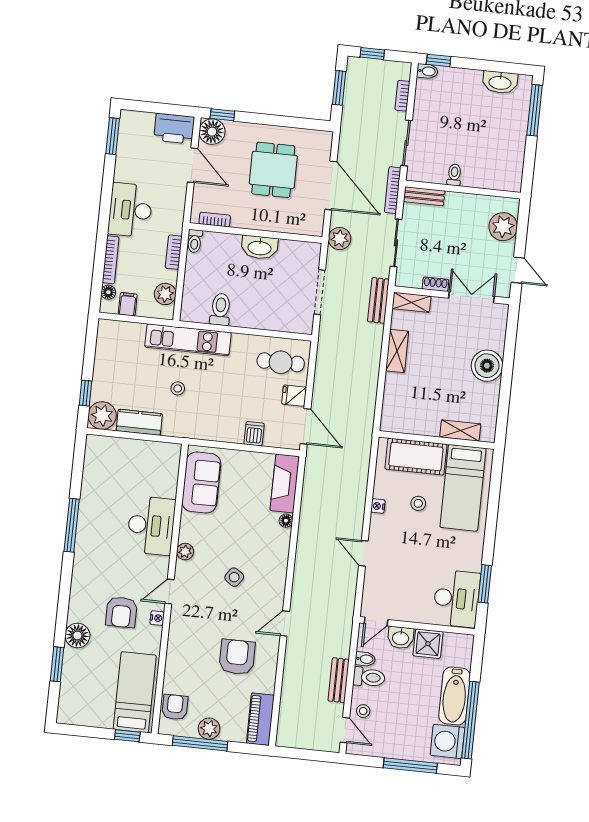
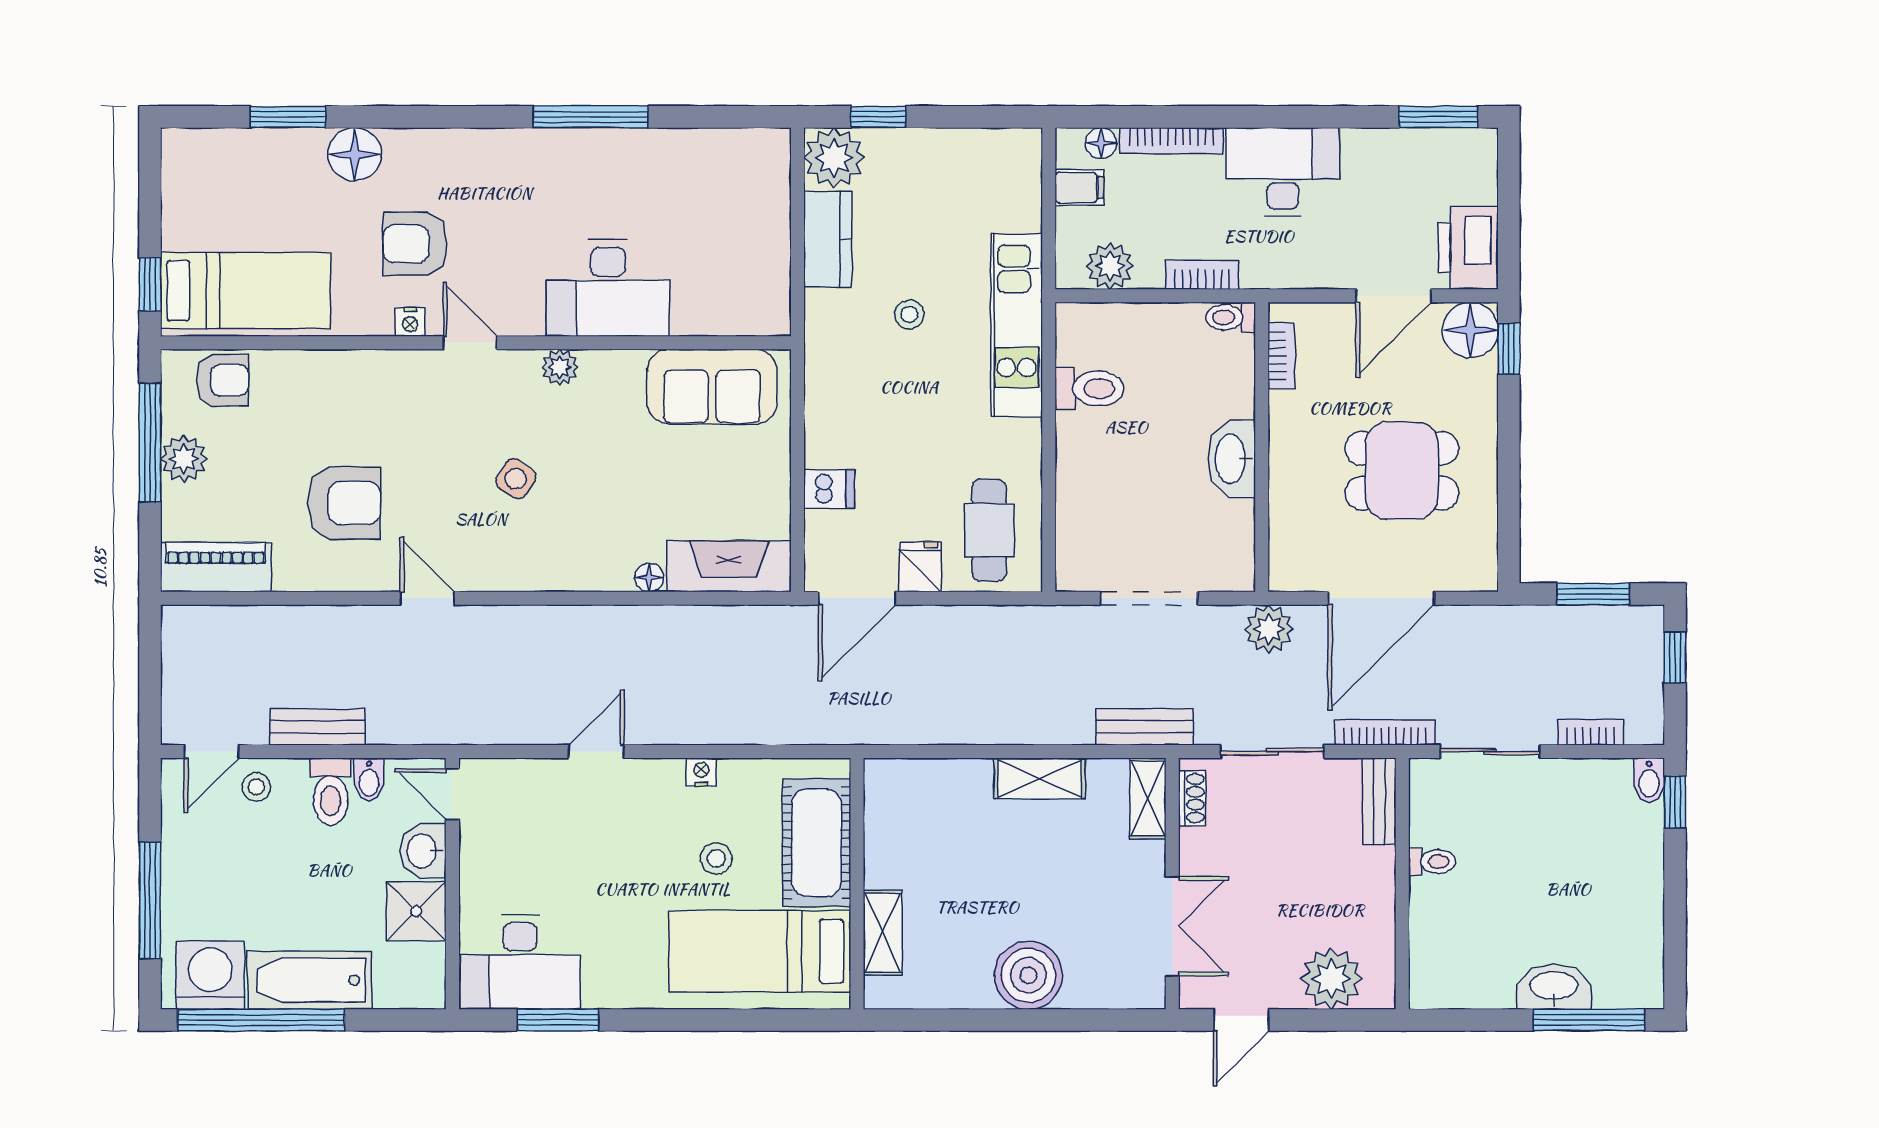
washbasin: (500, 82) -> (1554, 987), moved, turned 90
shoe rack: (435, 284) -> (1192, 798), moved

